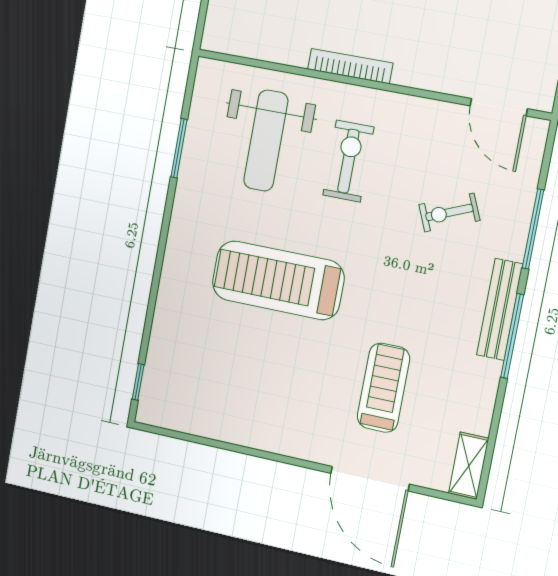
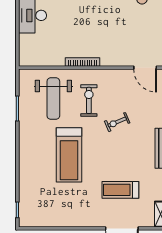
exercise bike: (449, 212) -> (117, 122), moved
treadmill: (278, 280) -> (69, 155), turned -90
treadmill: (383, 388) -> (120, 190), turned -90

